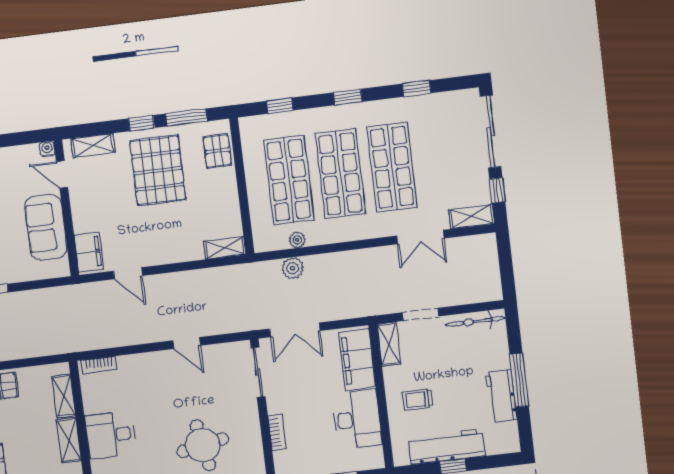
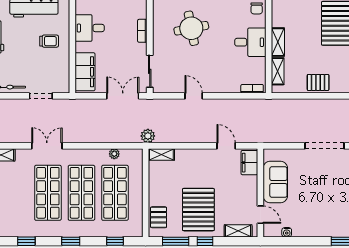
water cooler: (47, 149) -> (287, 232), moved
double door: (420, 237) -> (47, 146), moved
plant: (293, 268) -> (148, 136), moved
shelving: (389, 344) -> (63, 79), removed
desk: (357, 419) -> (90, 28), width x0.73

